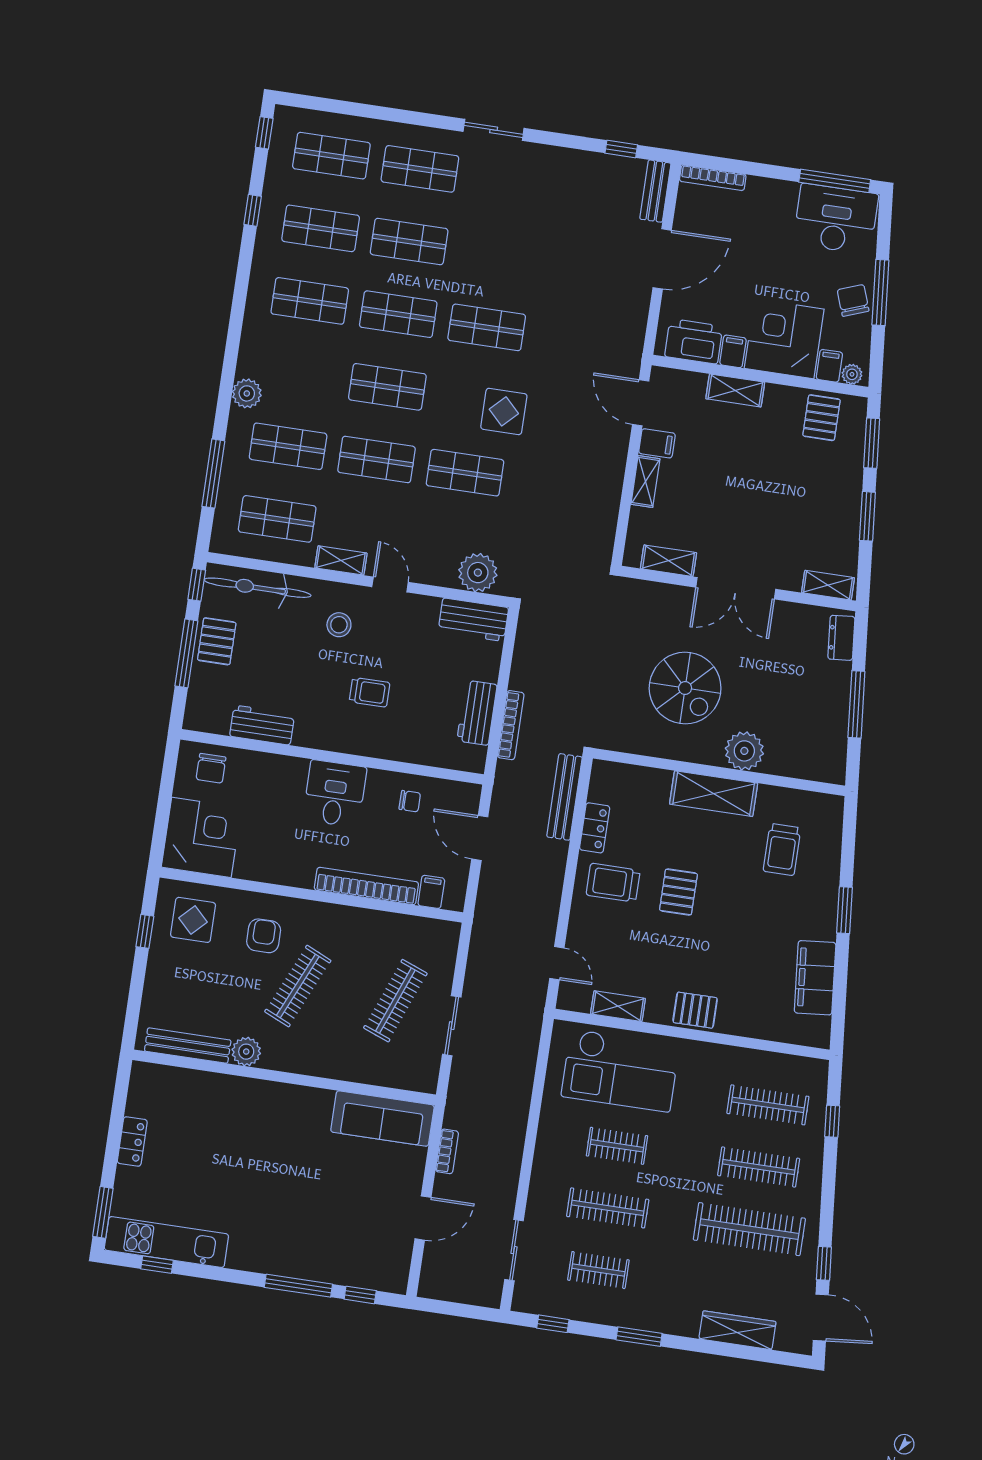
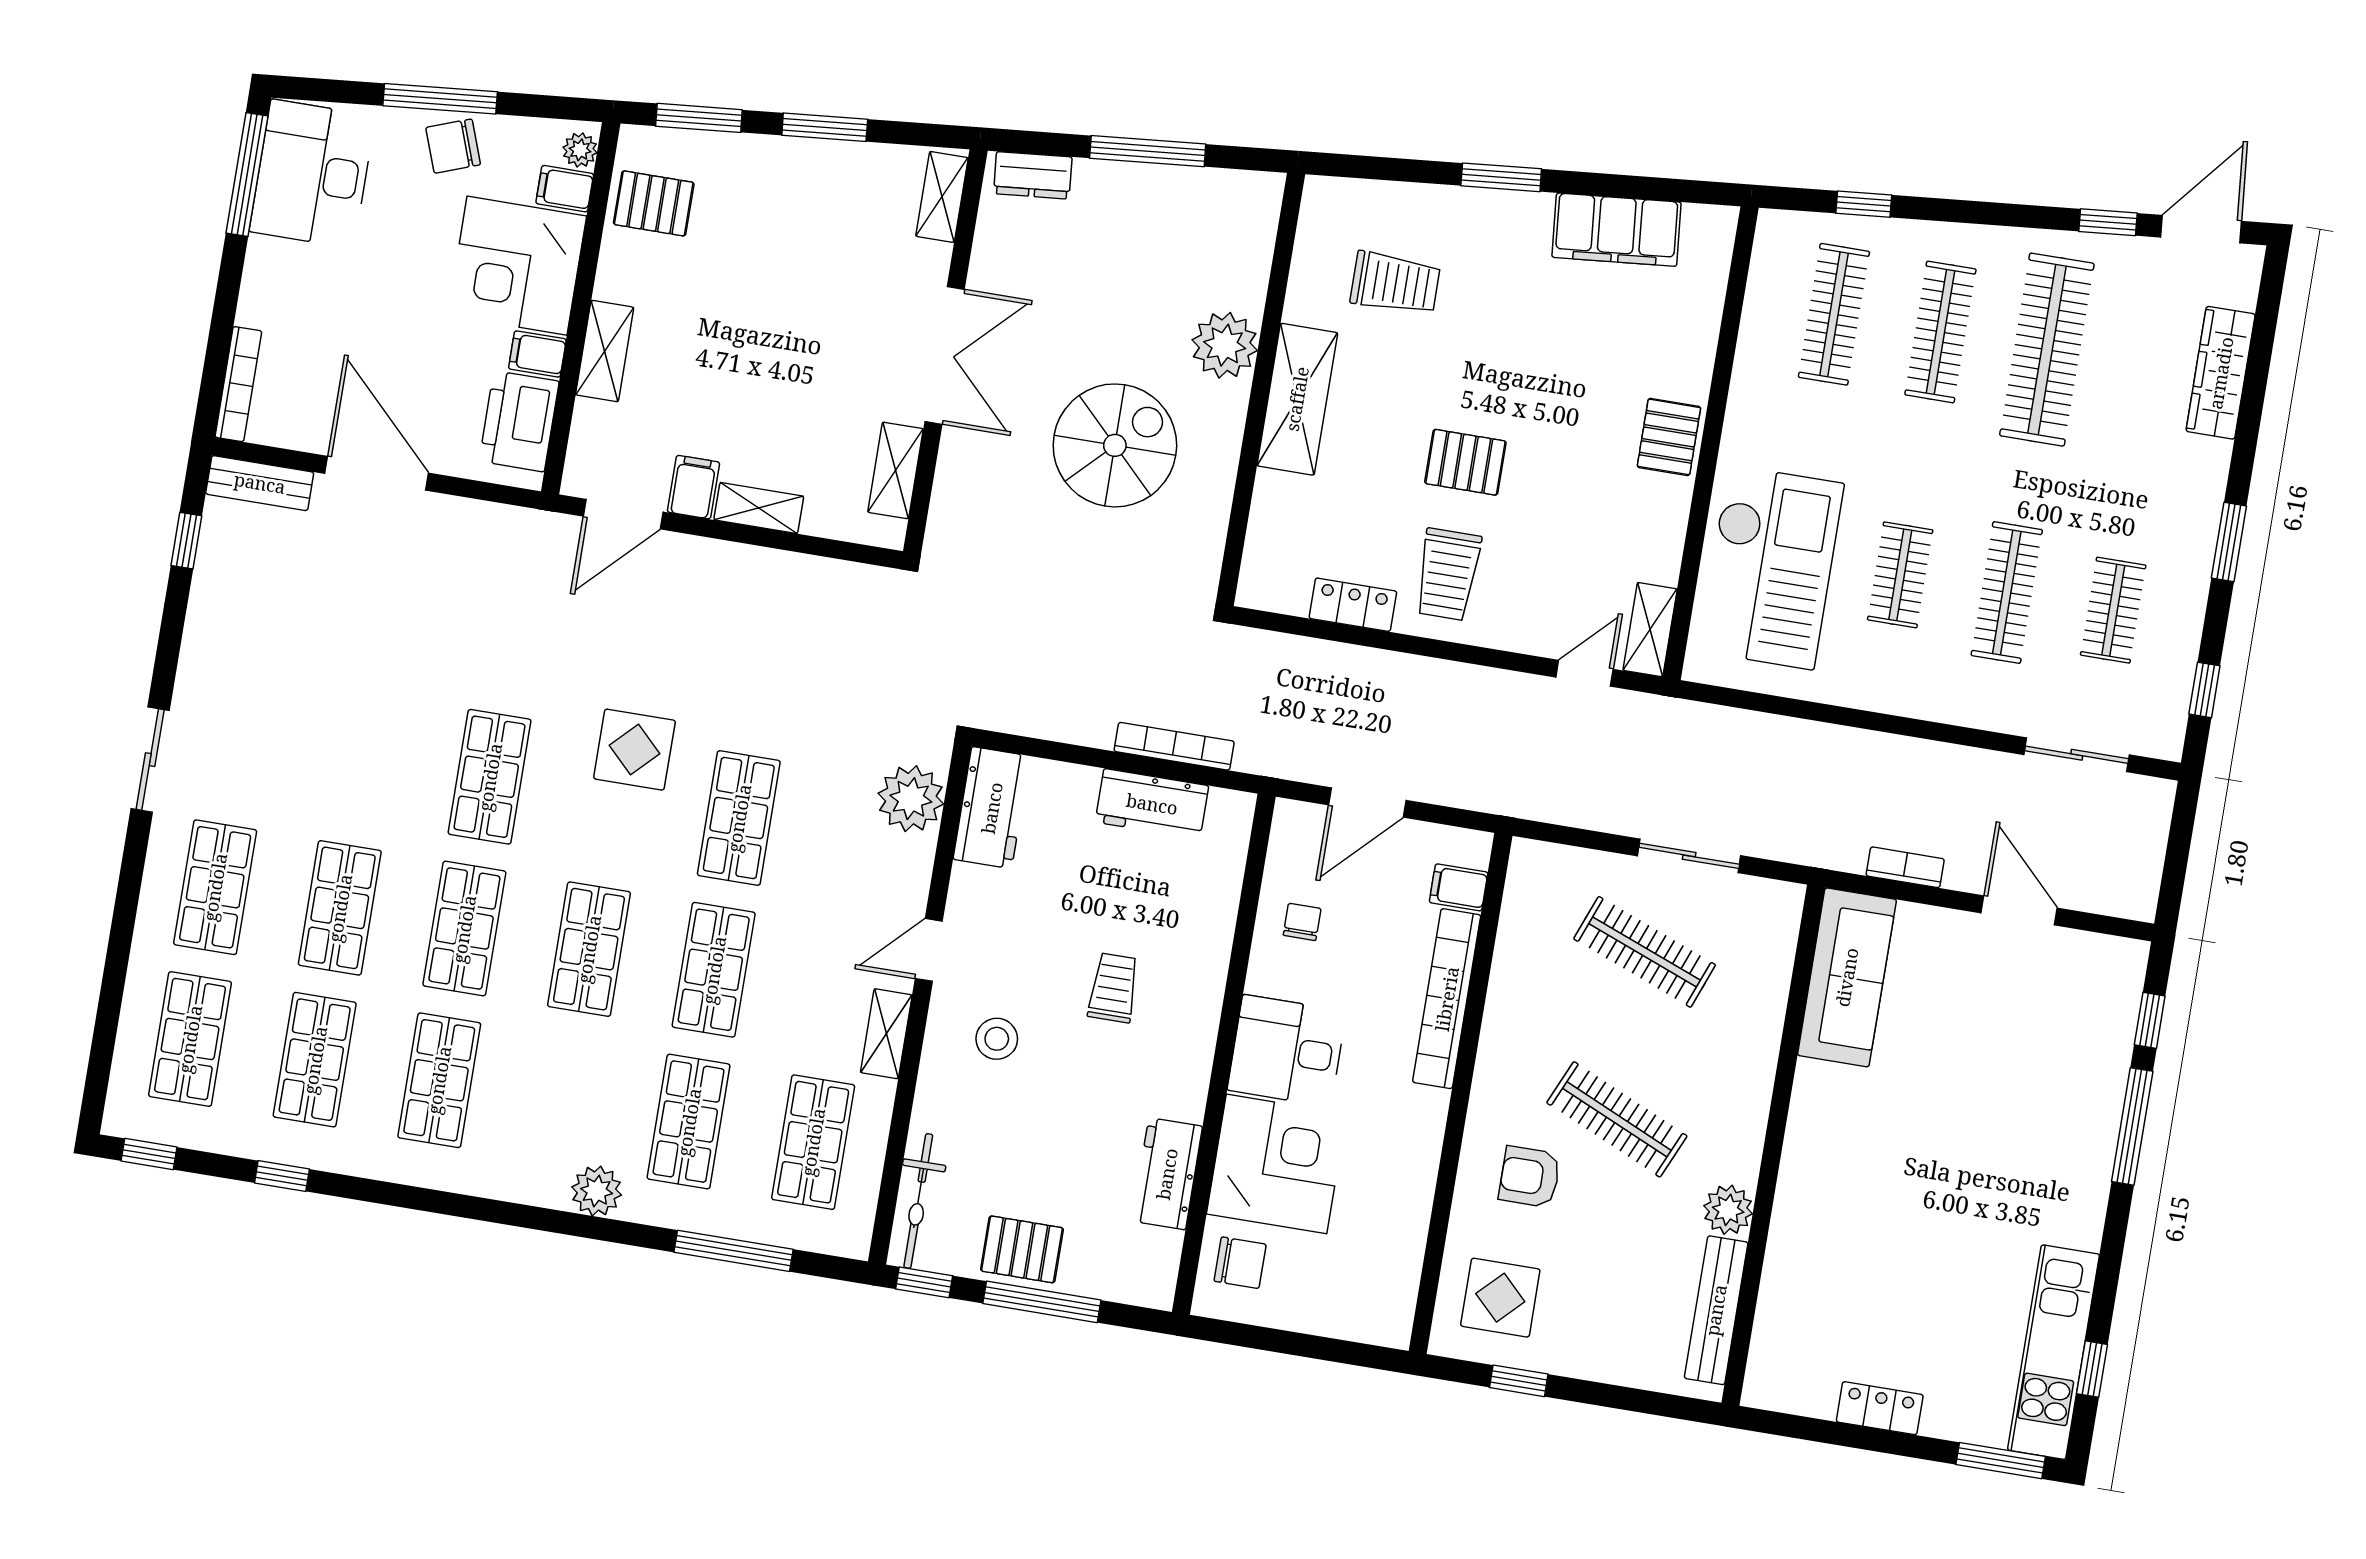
bicycle: (258, 588) -> (918, 1201), width x0.73, depth x0.71
bench: (564, 797) -> (1299, 656), removed
corner desk: (201, 837) -> (1276, 1164), moved, turned 90
shelving: (618, 1006) -> (1650, 630), moved

